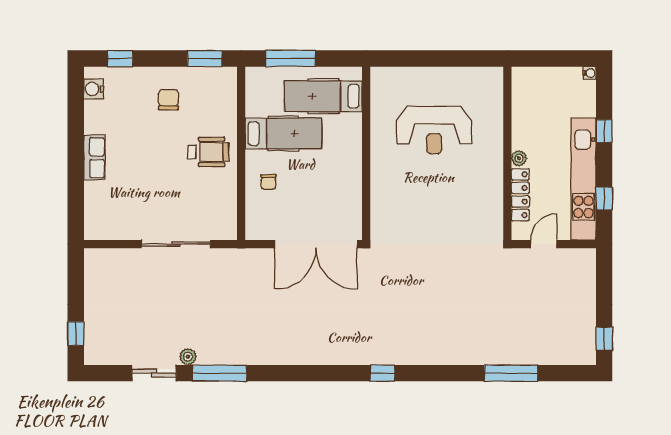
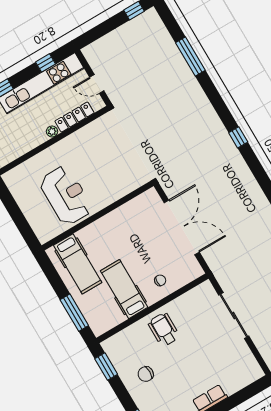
hospital bed: (323, 96) -> (78, 264), moved
wall: (366, 153) -> (98, 216), moved

